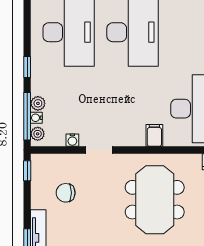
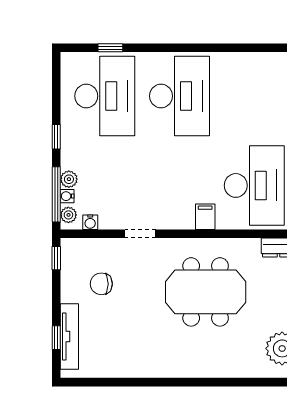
water cooler: (72, 140) -> (90, 222), moved
meeting table: (155, 200) -> (206, 292), turned 90

